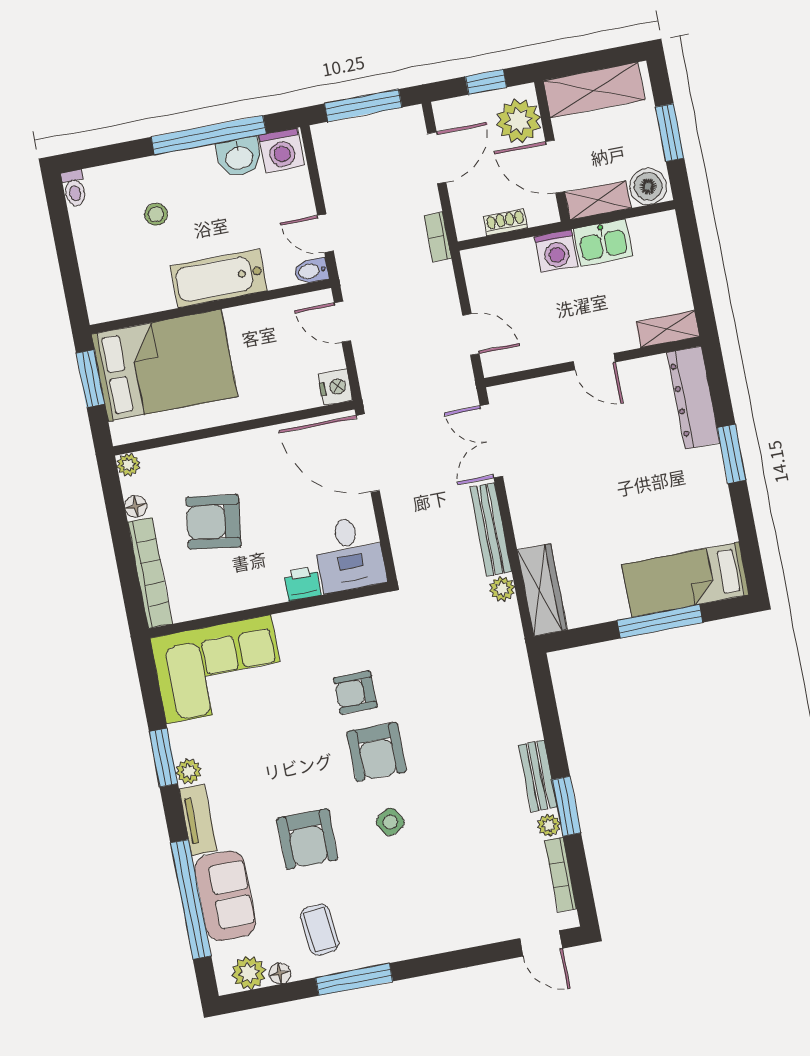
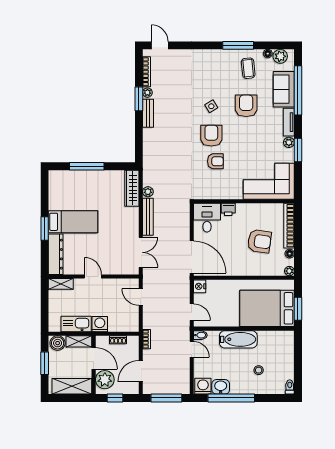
kitchen sink: (603, 242) -> (76, 324), width x1.38
bed: (685, 580) -> (73, 222), moved

